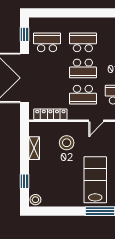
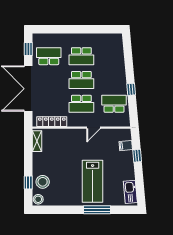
school desk: (83, 42) -> (81, 56), turned 180
stool: (67, 143) -> (43, 182), moved
shelving: (34, 148) -> (37, 141), moved
lab bench: (95, 180) -> (93, 181), turned 180

